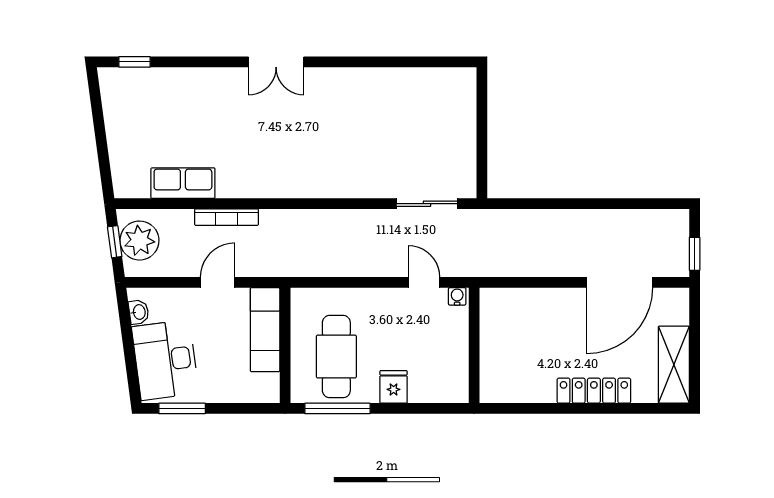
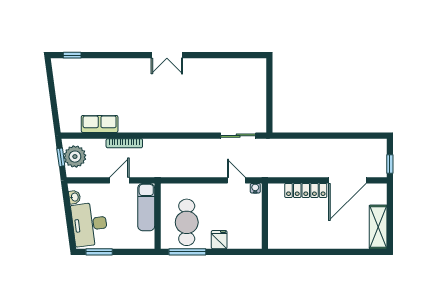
double door: (276, 62) -> (167, 55), moved
locker: (594, 391) -> (306, 190), moved, turned 180

